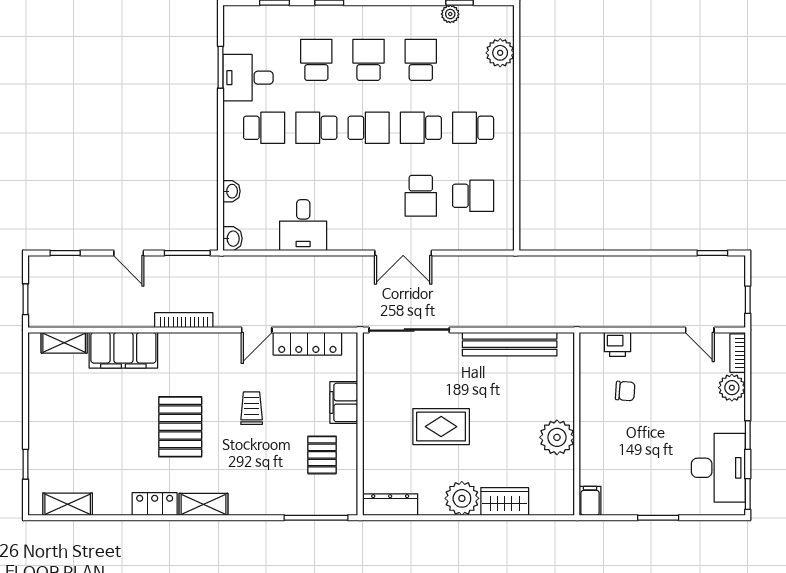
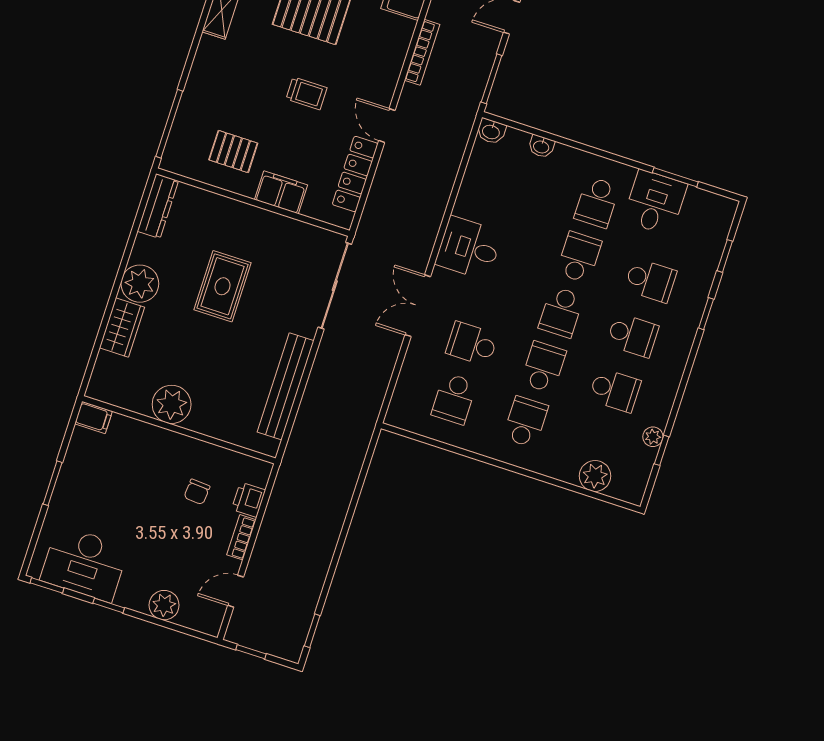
desk: (303, 225) -> (469, 248), moved
bookcase: (738, 353) -> (241, 537), moved, turned -90

